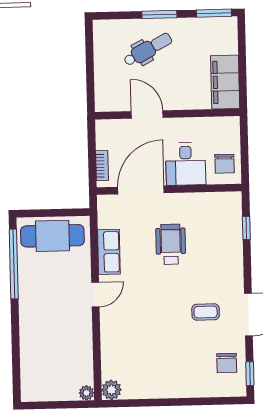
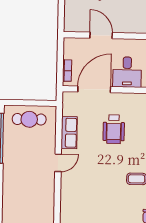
cafe table: (52, 236) -> (29, 119), width x0.73, depth x0.74
wheelchair: (171, 244) -> (114, 129), turned 180

